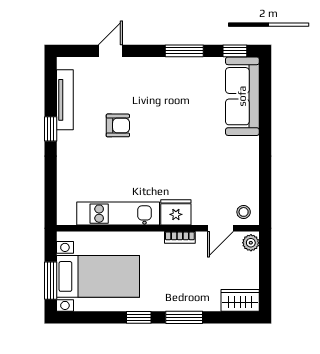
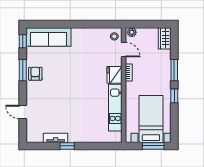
tv unit: (65, 100) -> (56, 138), width x0.71
armchair: (118, 125) -> (35, 74), moved

